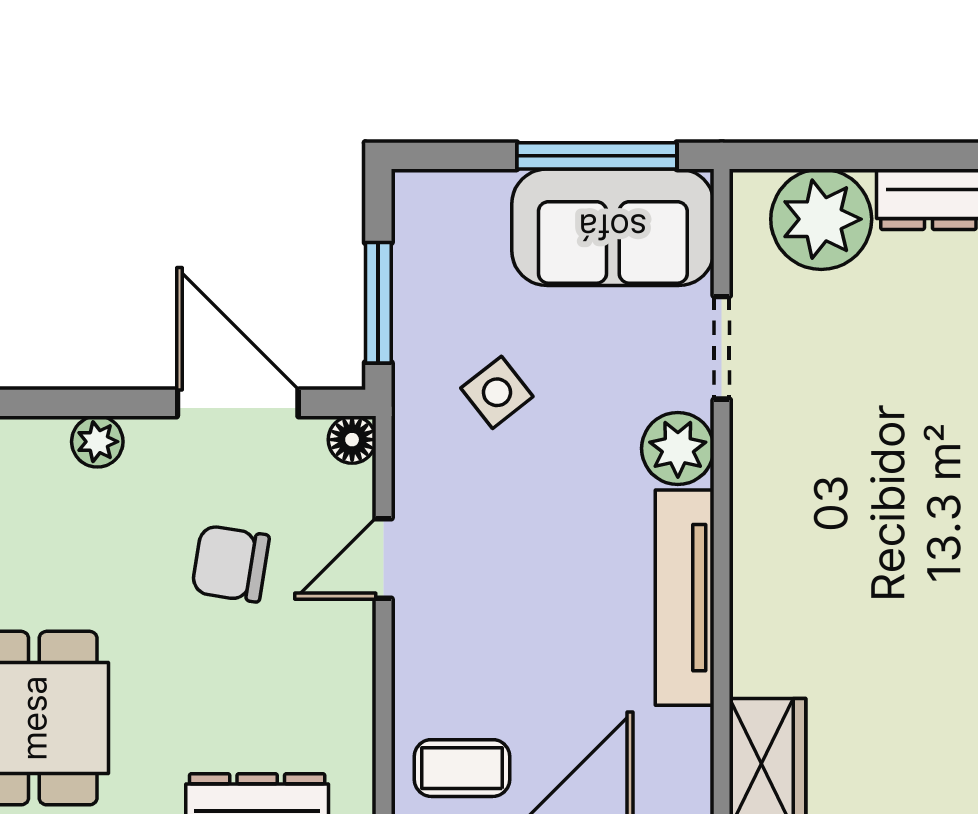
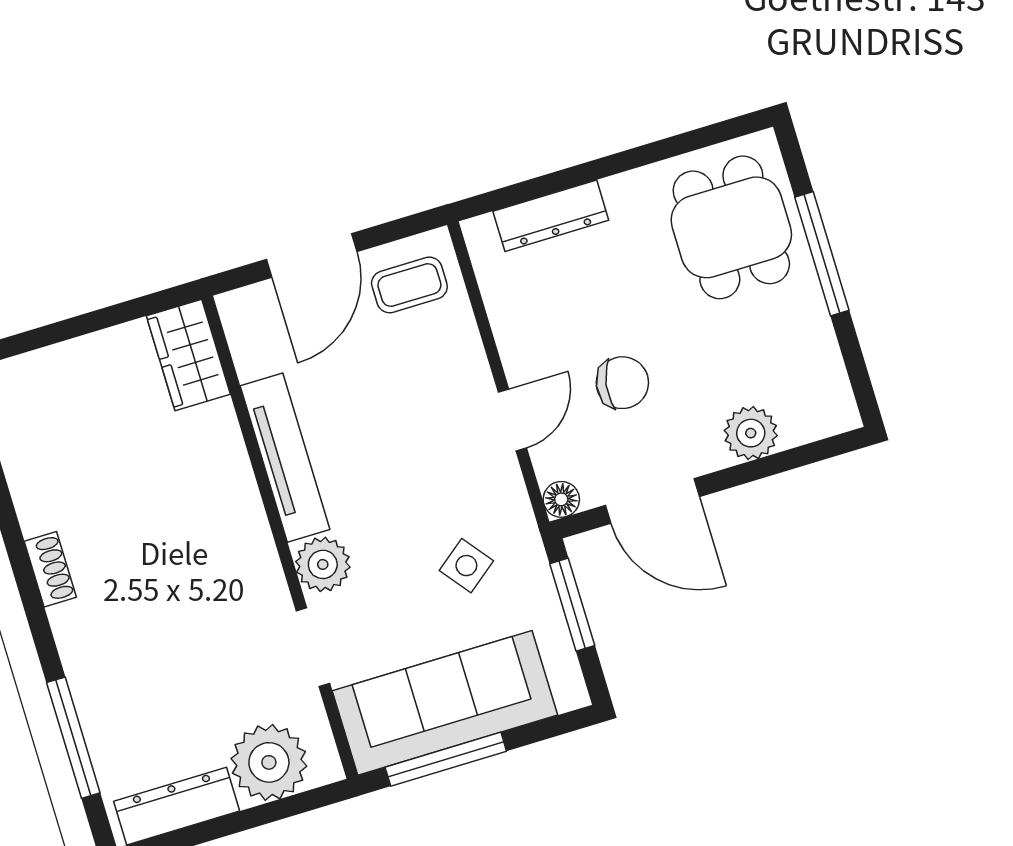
sofa: (613, 227) -> (445, 703), width x1.36
plant: (97, 442) -> (751, 433), width x1.38, depth x1.38

